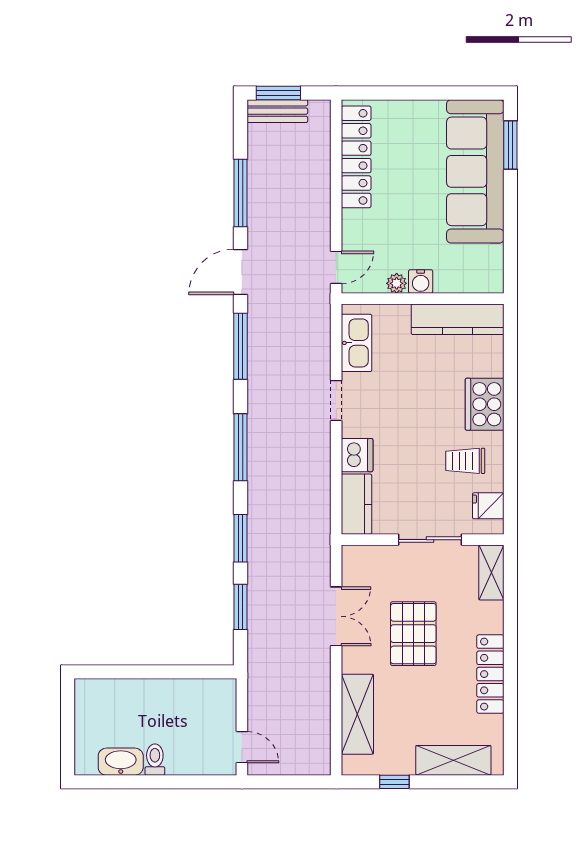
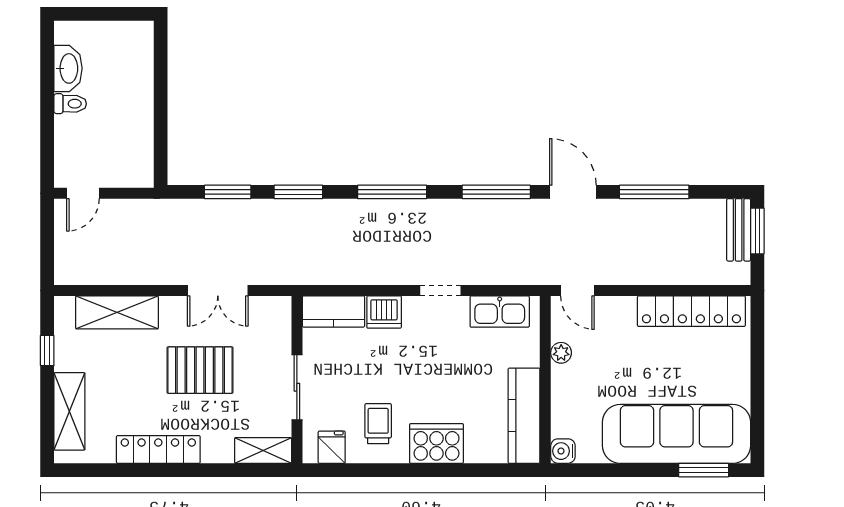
water cooler: (421, 281) -> (563, 451), moved

